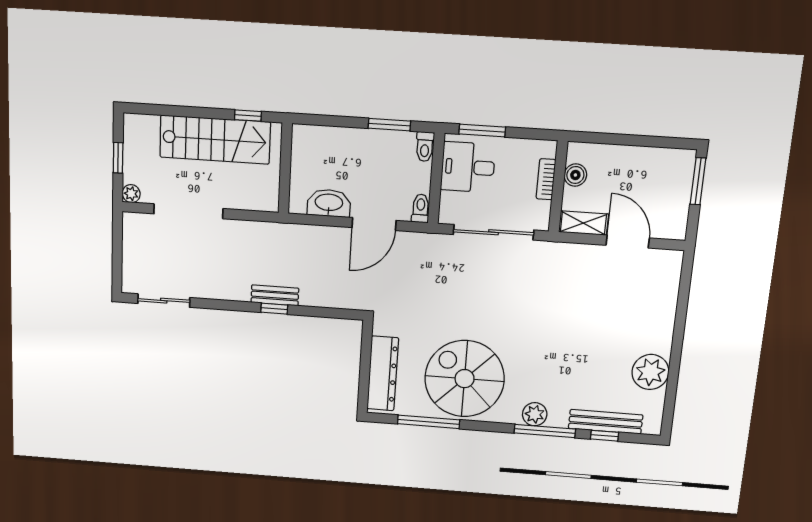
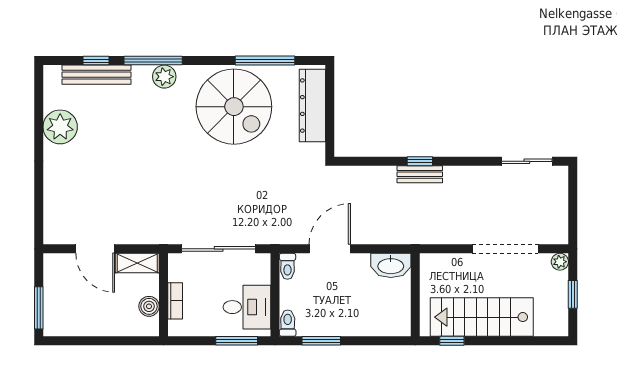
washbasin: (329, 203) -> (391, 265), moved

